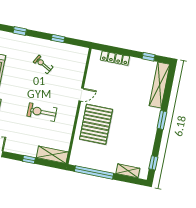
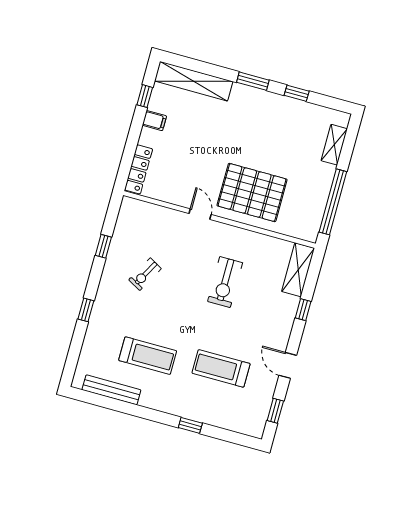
locker: (115, 58) -> (139, 169), moved
filing cabinet: (134, 63) -> (154, 121), added
window: (153, 163) -> (297, 93), moved

